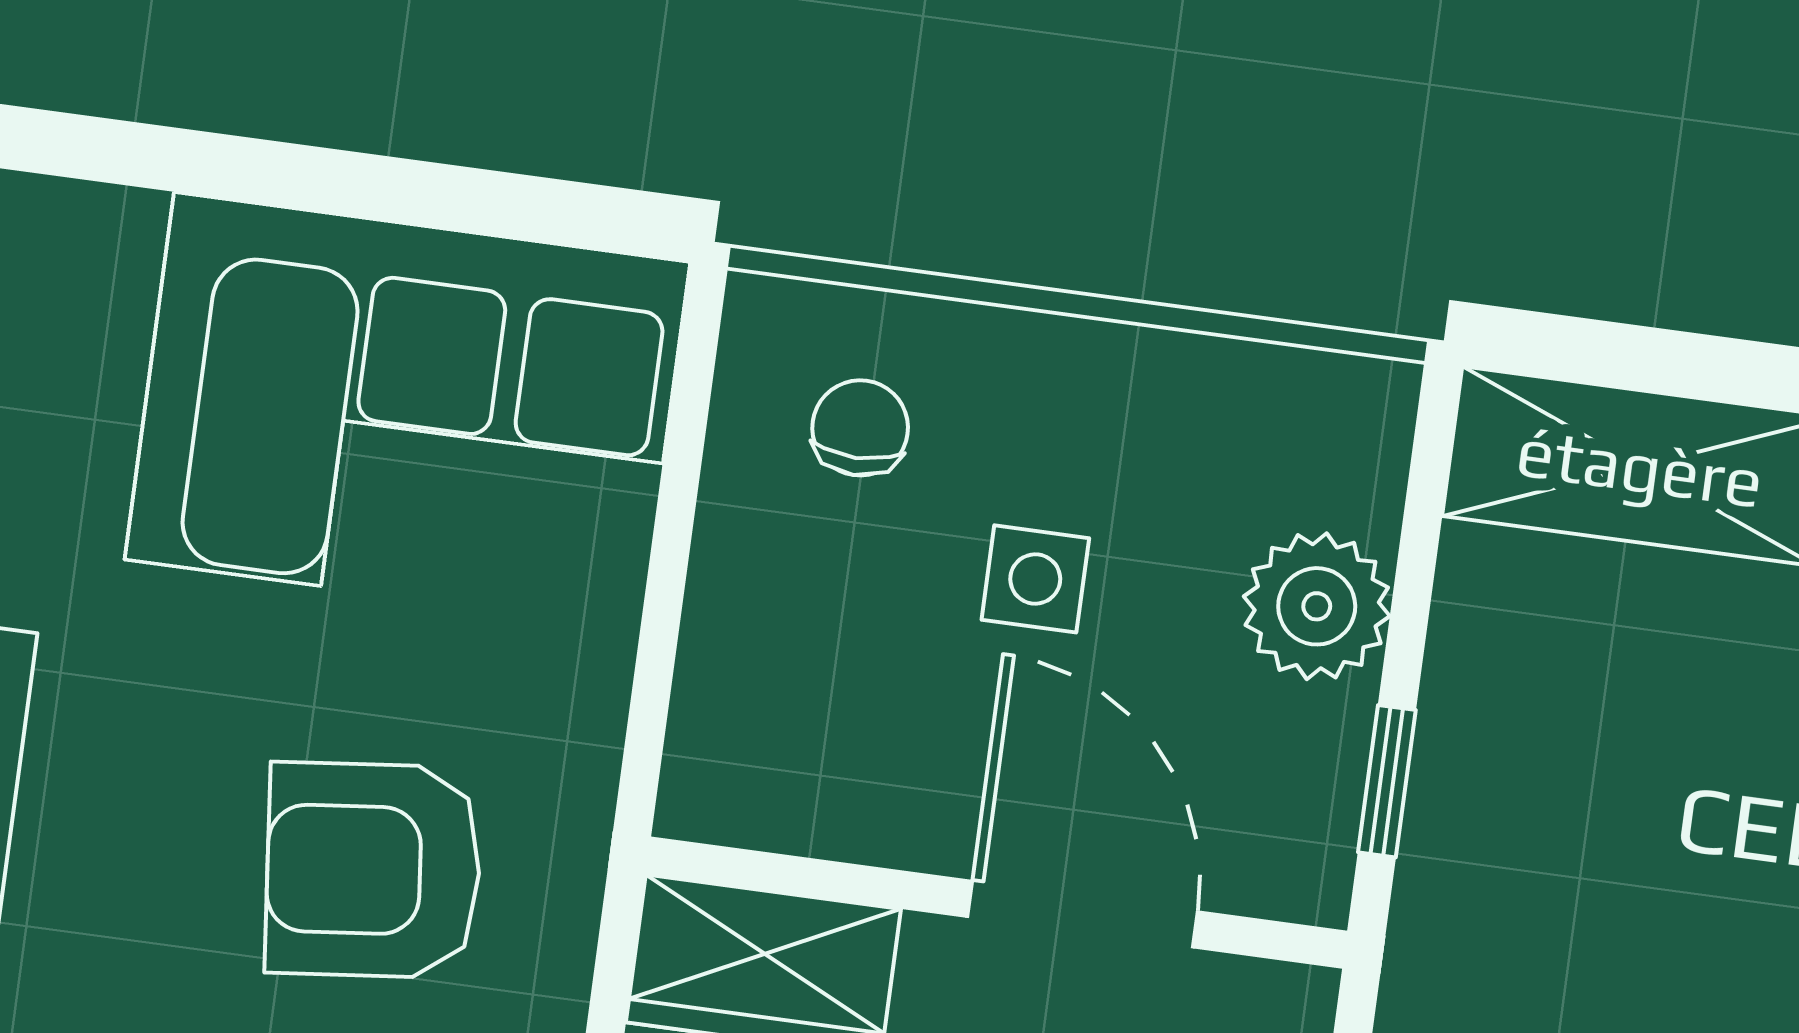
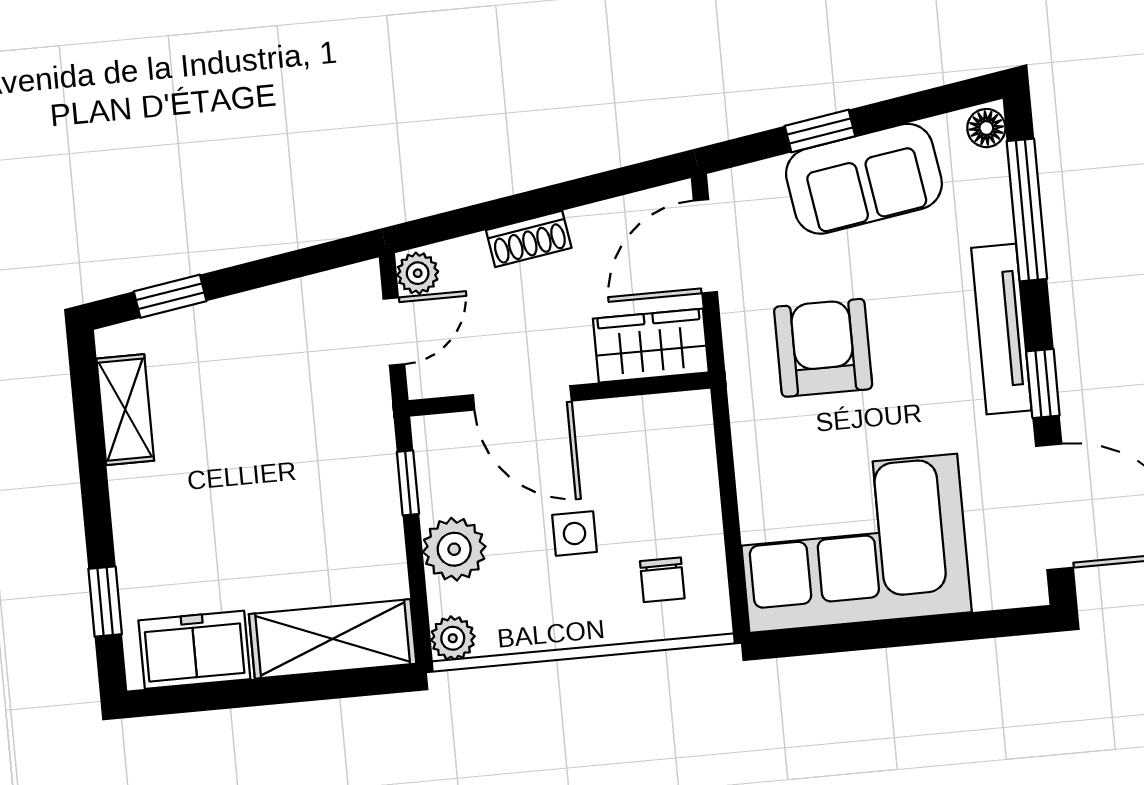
plant: (1367, 405) -> (453, 638), added
armchair: (373, 870) -> (823, 348), turned -84

